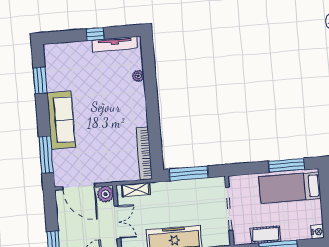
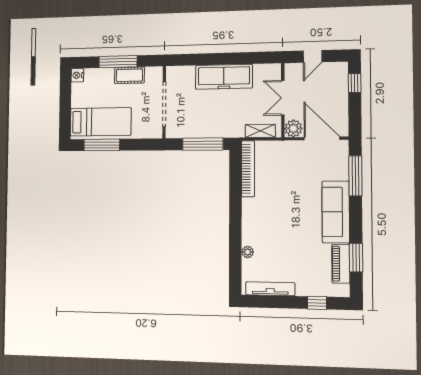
window: (95, 34) -> (317, 303), moved
piano: (53, 73) -> (341, 264), added

